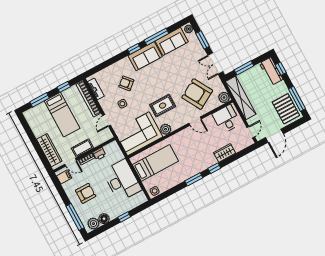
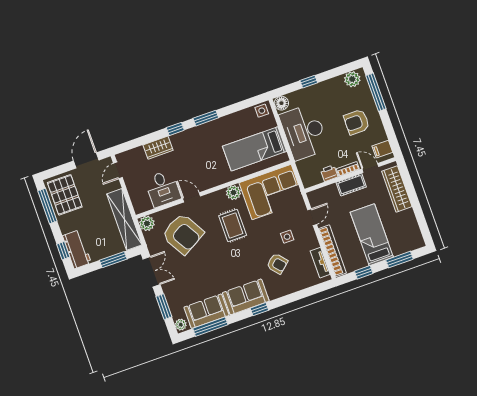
window: (156, 37) -> (210, 327), moved
rug: (163, 106) -> (233, 226), turned 90
desk: (226, 119) -> (163, 189), moved
floor lamp: (104, 219) -> (281, 103), moved

